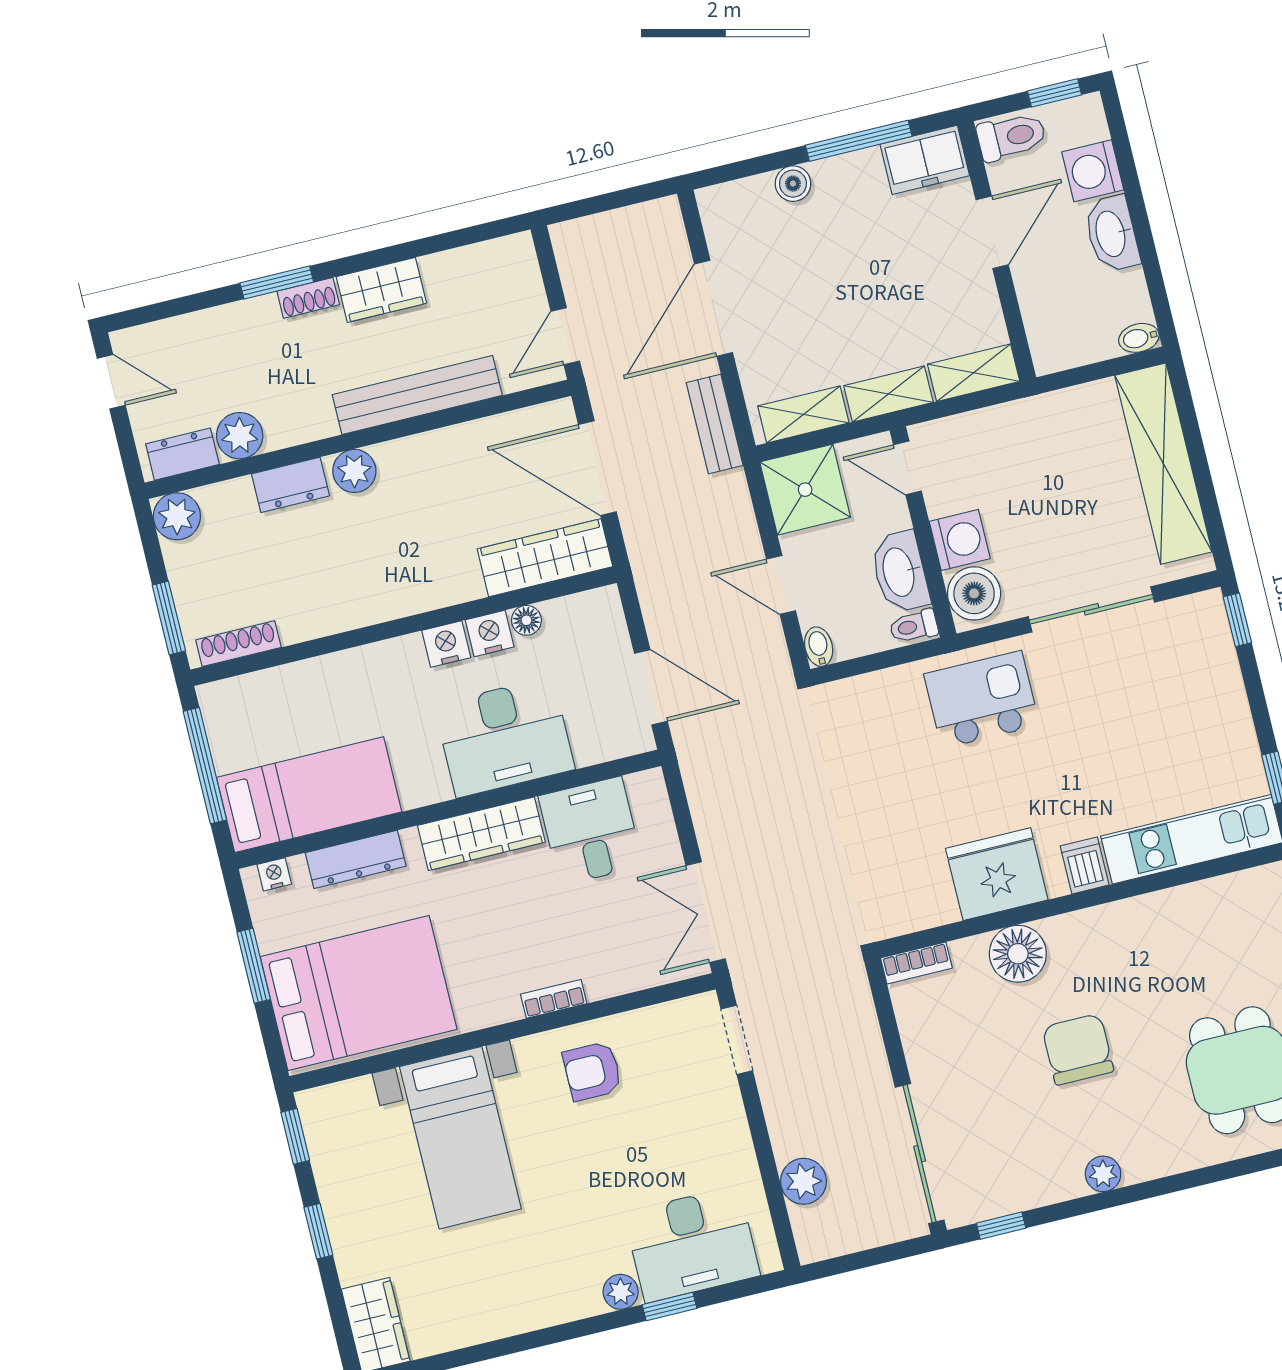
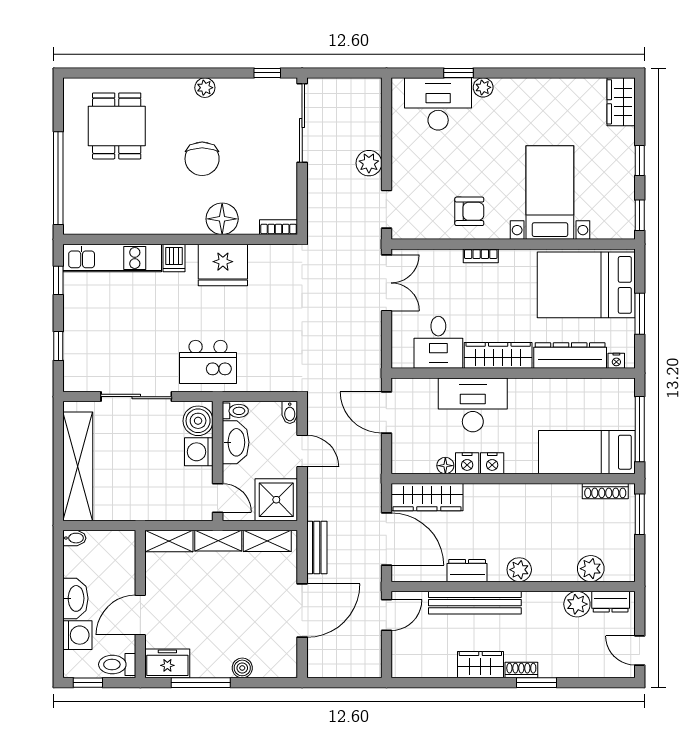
dresser: (291, 485) -> (467, 571), moved
plant: (177, 516) -> (591, 569), moved
window: (1237, 620) -> (58, 346), moved
bed: (309, 795) -> (587, 452), moved
dresser: (356, 859) -> (570, 355), width x1.37, depth x1.24
plant: (803, 1181) -> (369, 163), moved

